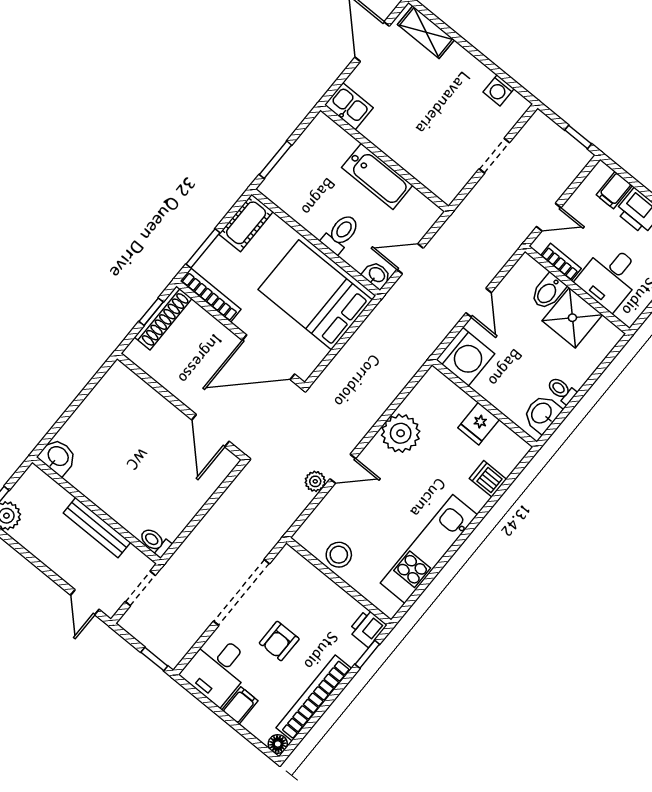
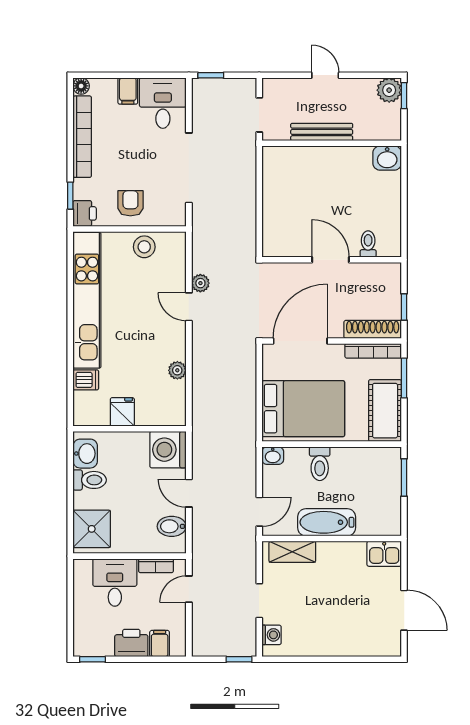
shelving: (426, 32) -> (292, 552), moved
washing machine: (499, 90) -> (271, 635), moved, turned 90
window: (578, 137) -> (239, 659), moved
cot: (246, 223) -> (385, 411), width x1.37, depth x1.34
door: (410, 259) -> (259, 512), moved
bidet: (548, 292) -> (172, 526), moved, turned -90
shoe rack: (163, 318) -> (373, 329), moved, turned 90
shower: (572, 318) -> (92, 529), moved
toilet: (562, 390) -> (90, 480), width x1.37, depth x1.39
door: (210, 431) -> (331, 260), moved
plant: (401, 433) -> (177, 370), width x0.53, depth x0.53
door: (343, 469) -> (189, 307), hinge flipped
toilet: (155, 542) -> (368, 244), moved, turned -90
kitchen unit: (429, 549) -> (87, 300), width x1.36
door: (85, 602) -> (325, 75), moved
armchair: (279, 641) -> (130, 203), moved

